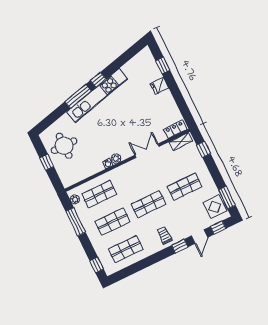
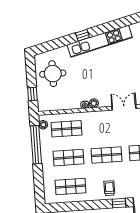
window: (98, 80) -> (106, 28), removed
window: (78, 96) -> (82, 35), width x0.46
window: (47, 162) -> (32, 94), moved
window: (76, 222) -> (36, 145), width x1.46
window: (97, 265) -> (39, 190), removed

